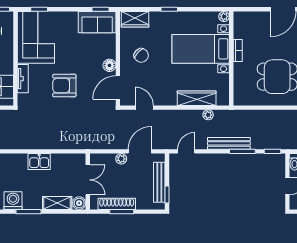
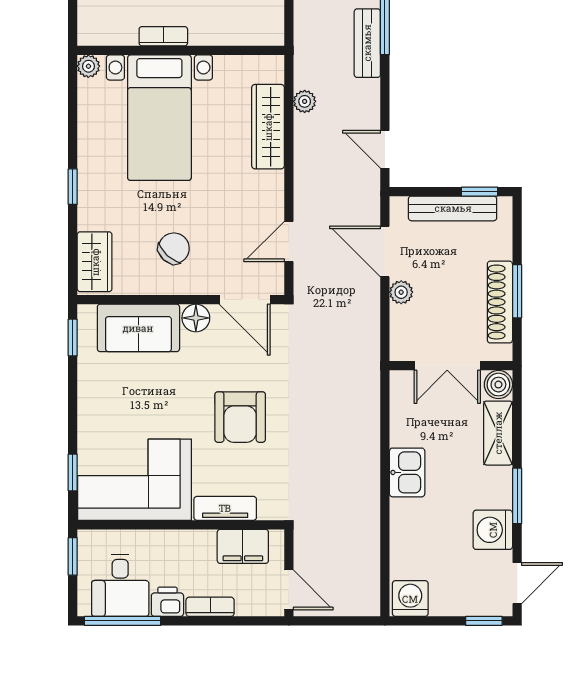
sofa: (97, 22) -> (138, 328), moved, turned 90
bench: (229, 143) -> (367, 43), width x0.73
double door: (88, 180) -> (447, 366), swing flipped

